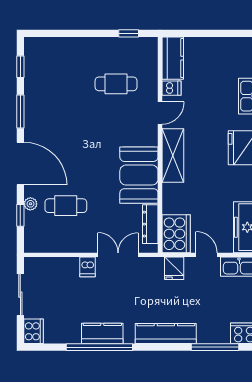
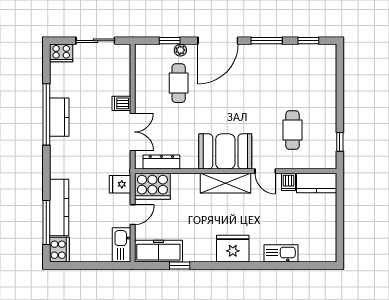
booth: (139, 175) -> (225, 151), moved
kitchen counter: (166, 334) -> (59, 208), moved

